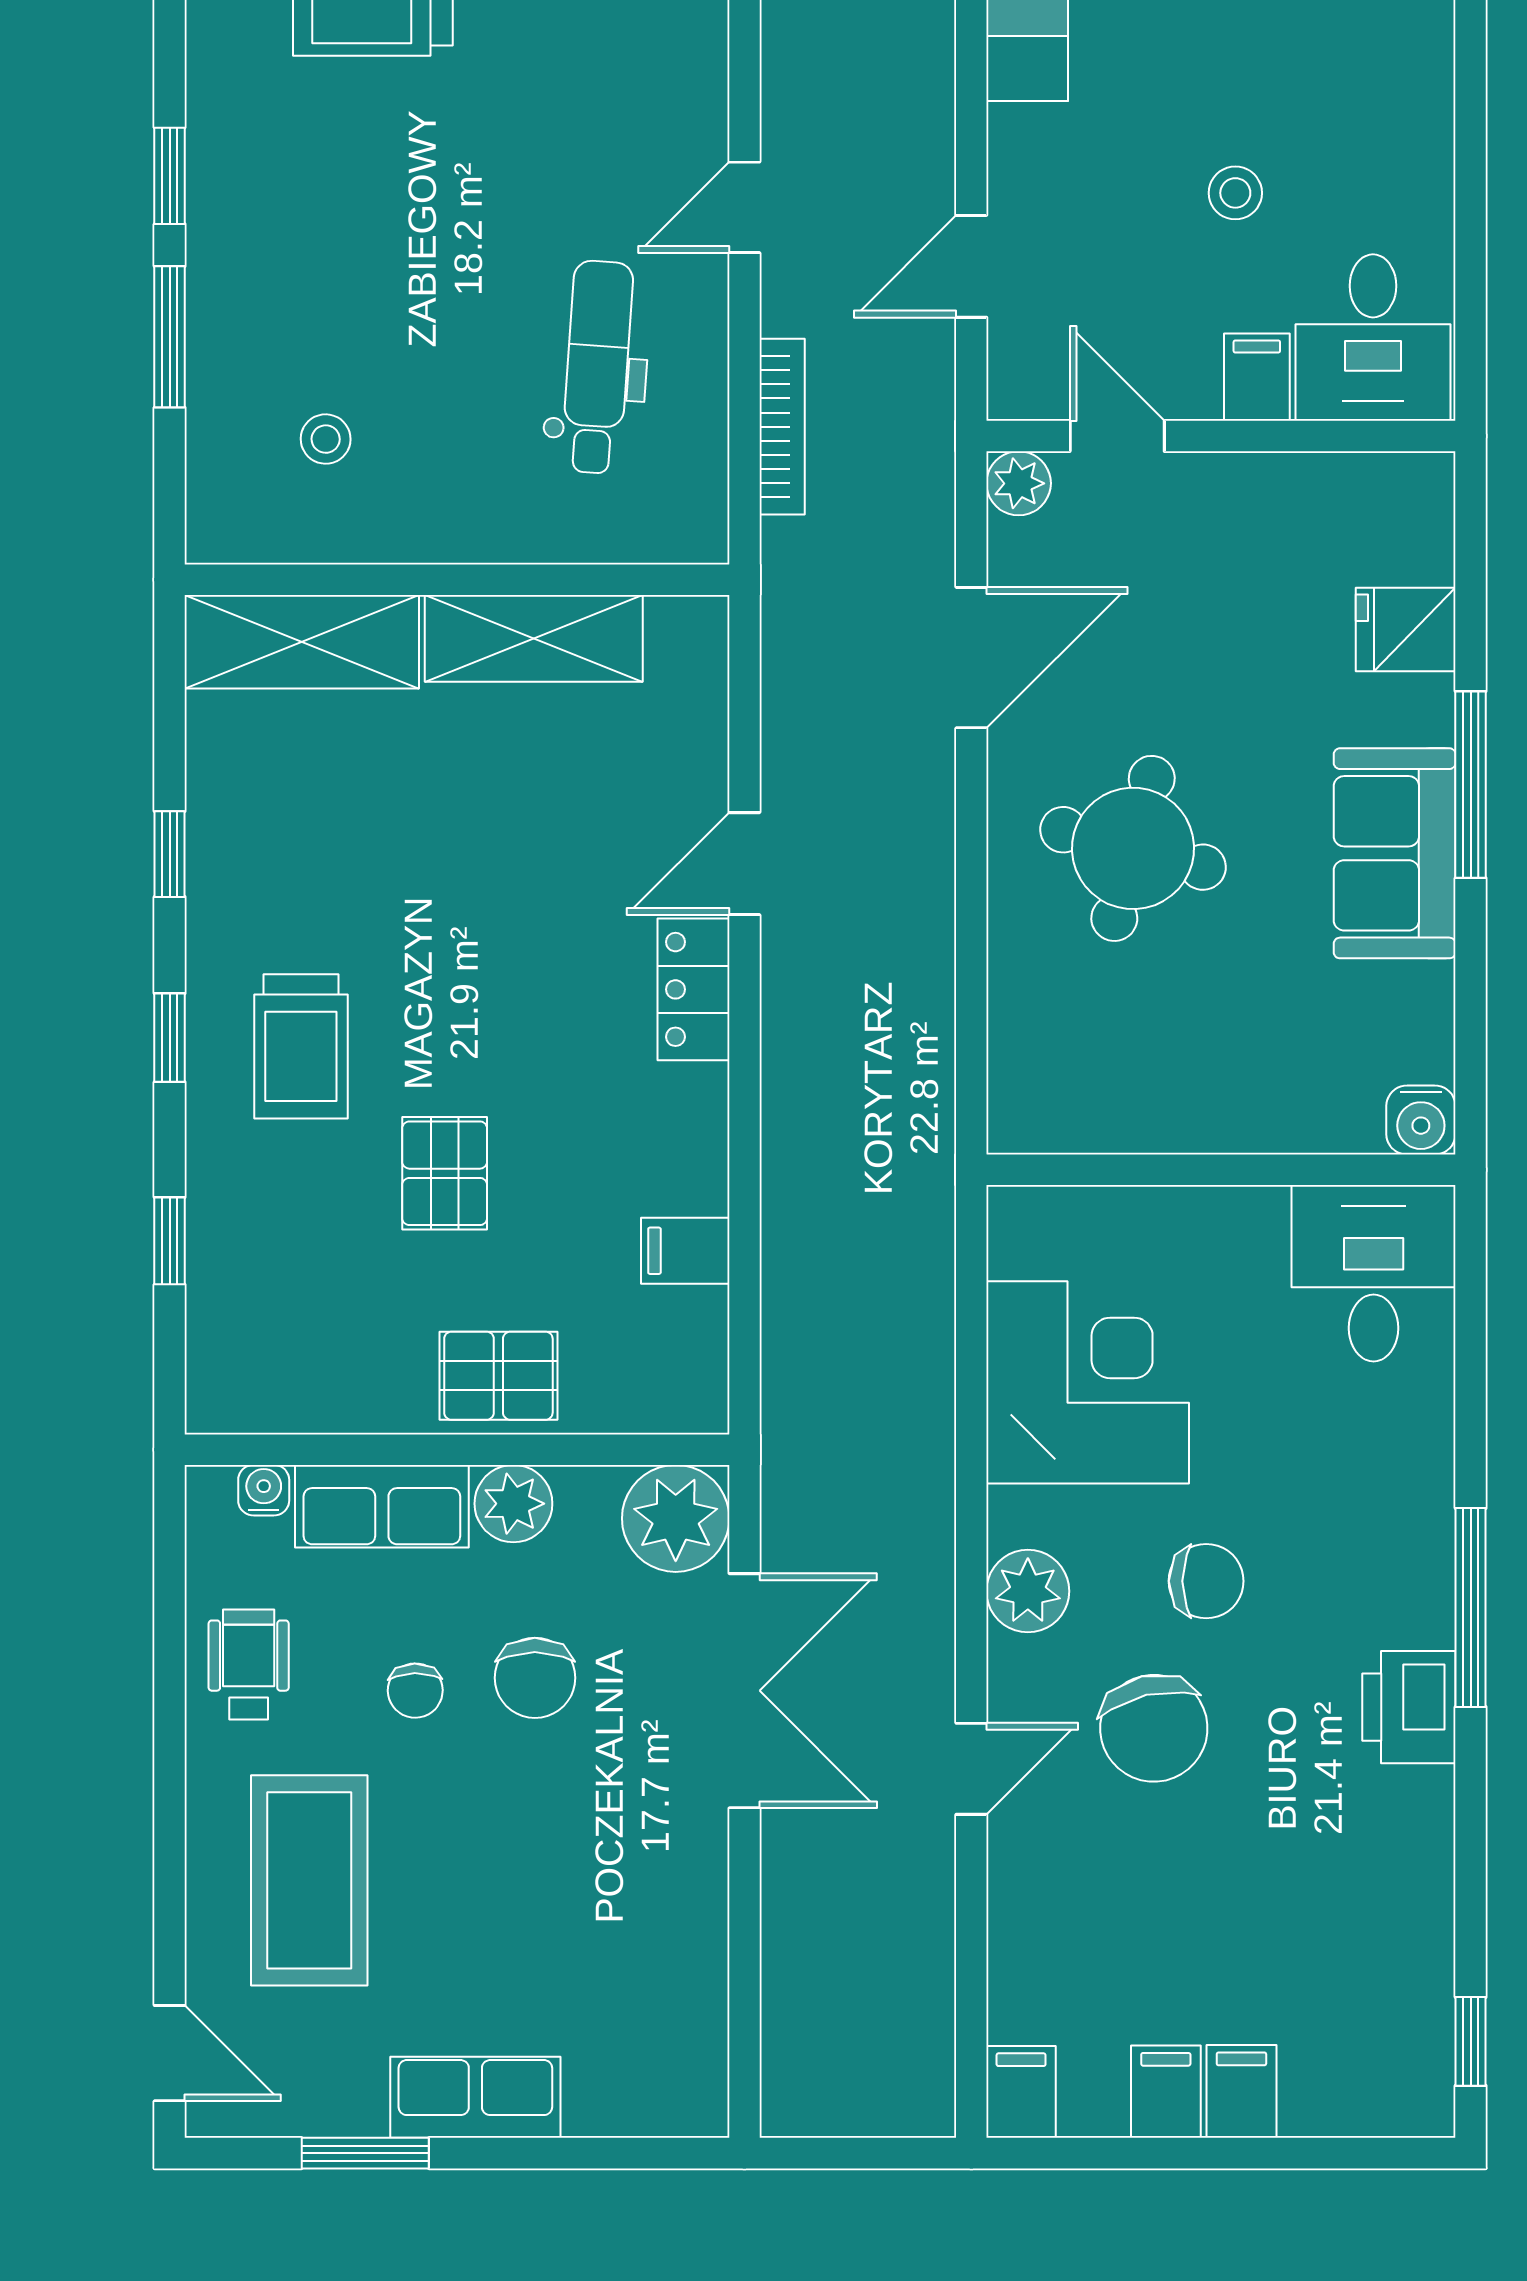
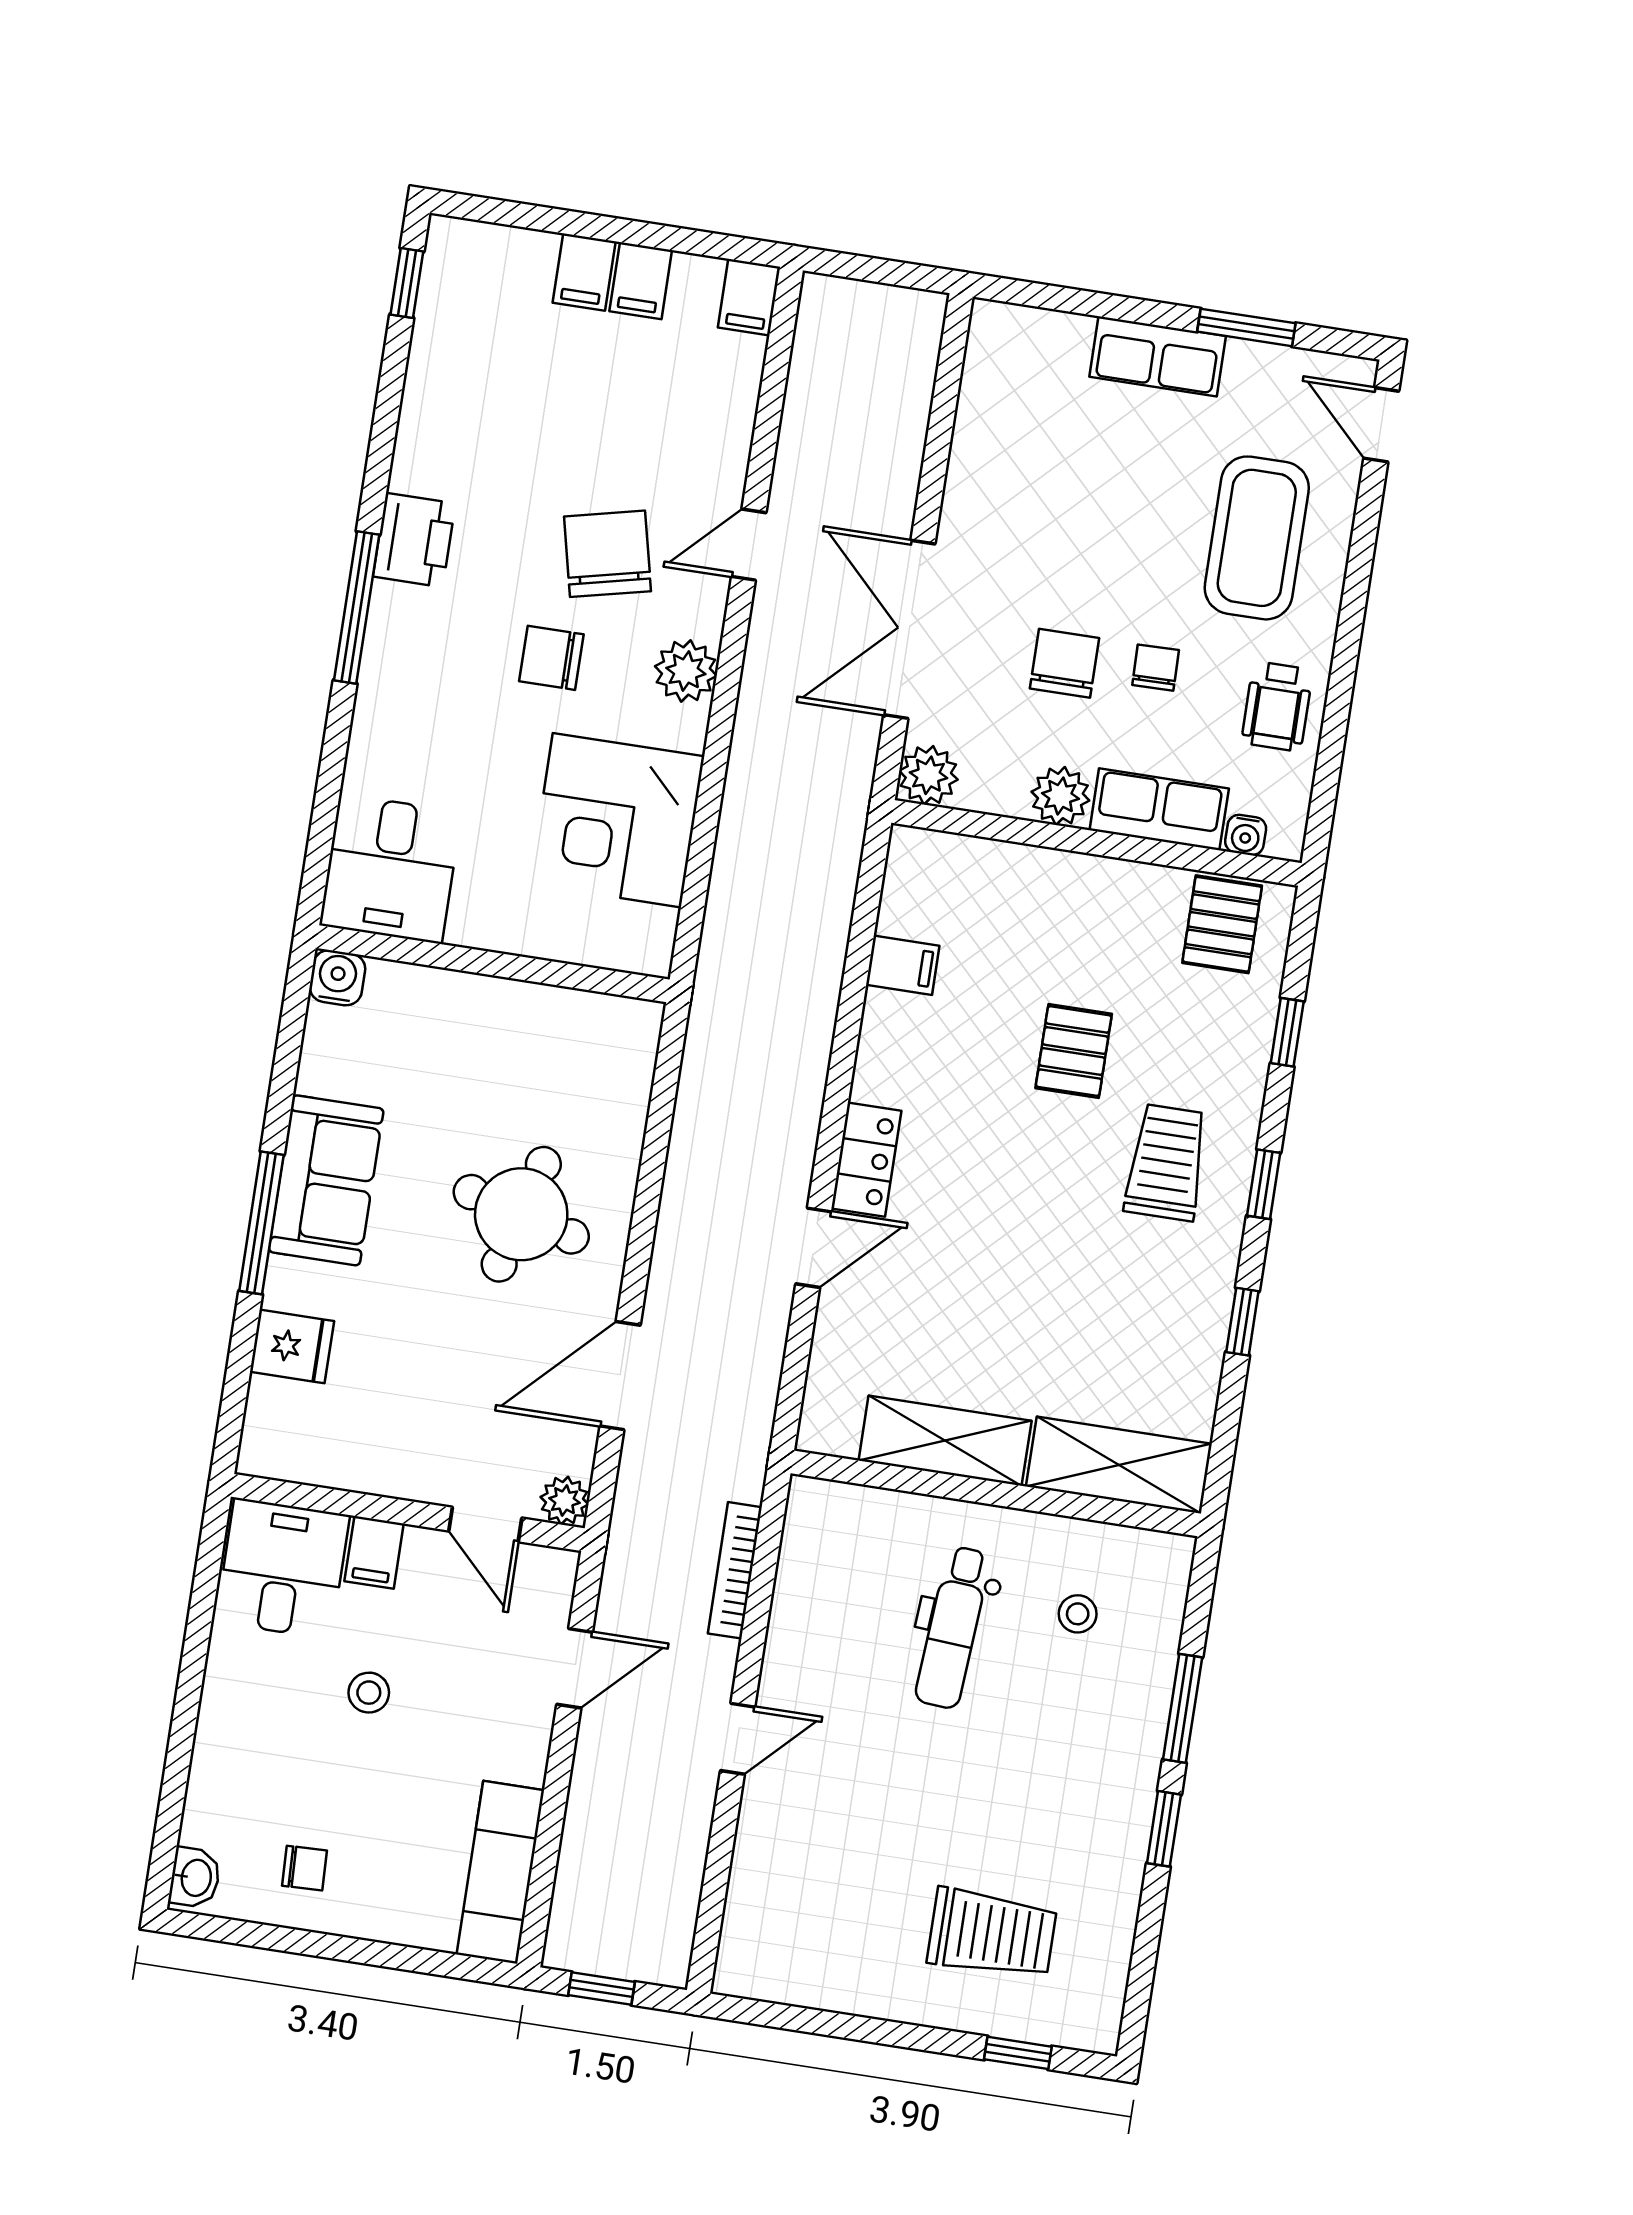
dental chair: (597, 367) -> (953, 1627), moved
pallet: (498, 1376) -> (1222, 924), moved, turned 90
plant: (676, 1518) -> (928, 775), width x0.73, depth x0.73

